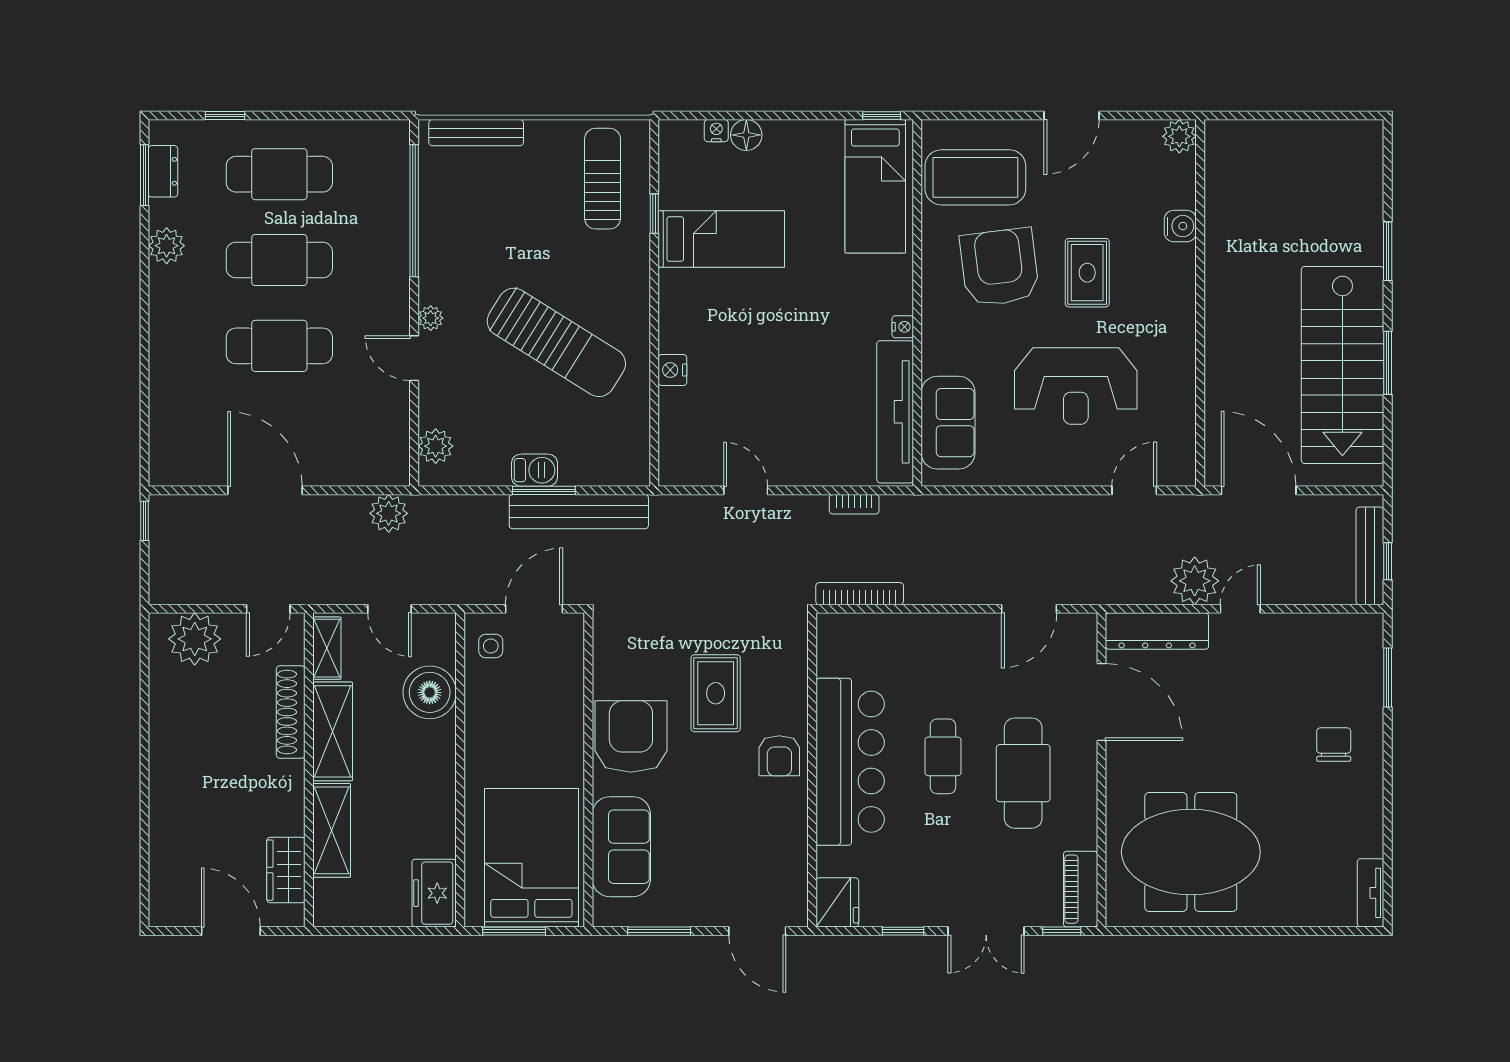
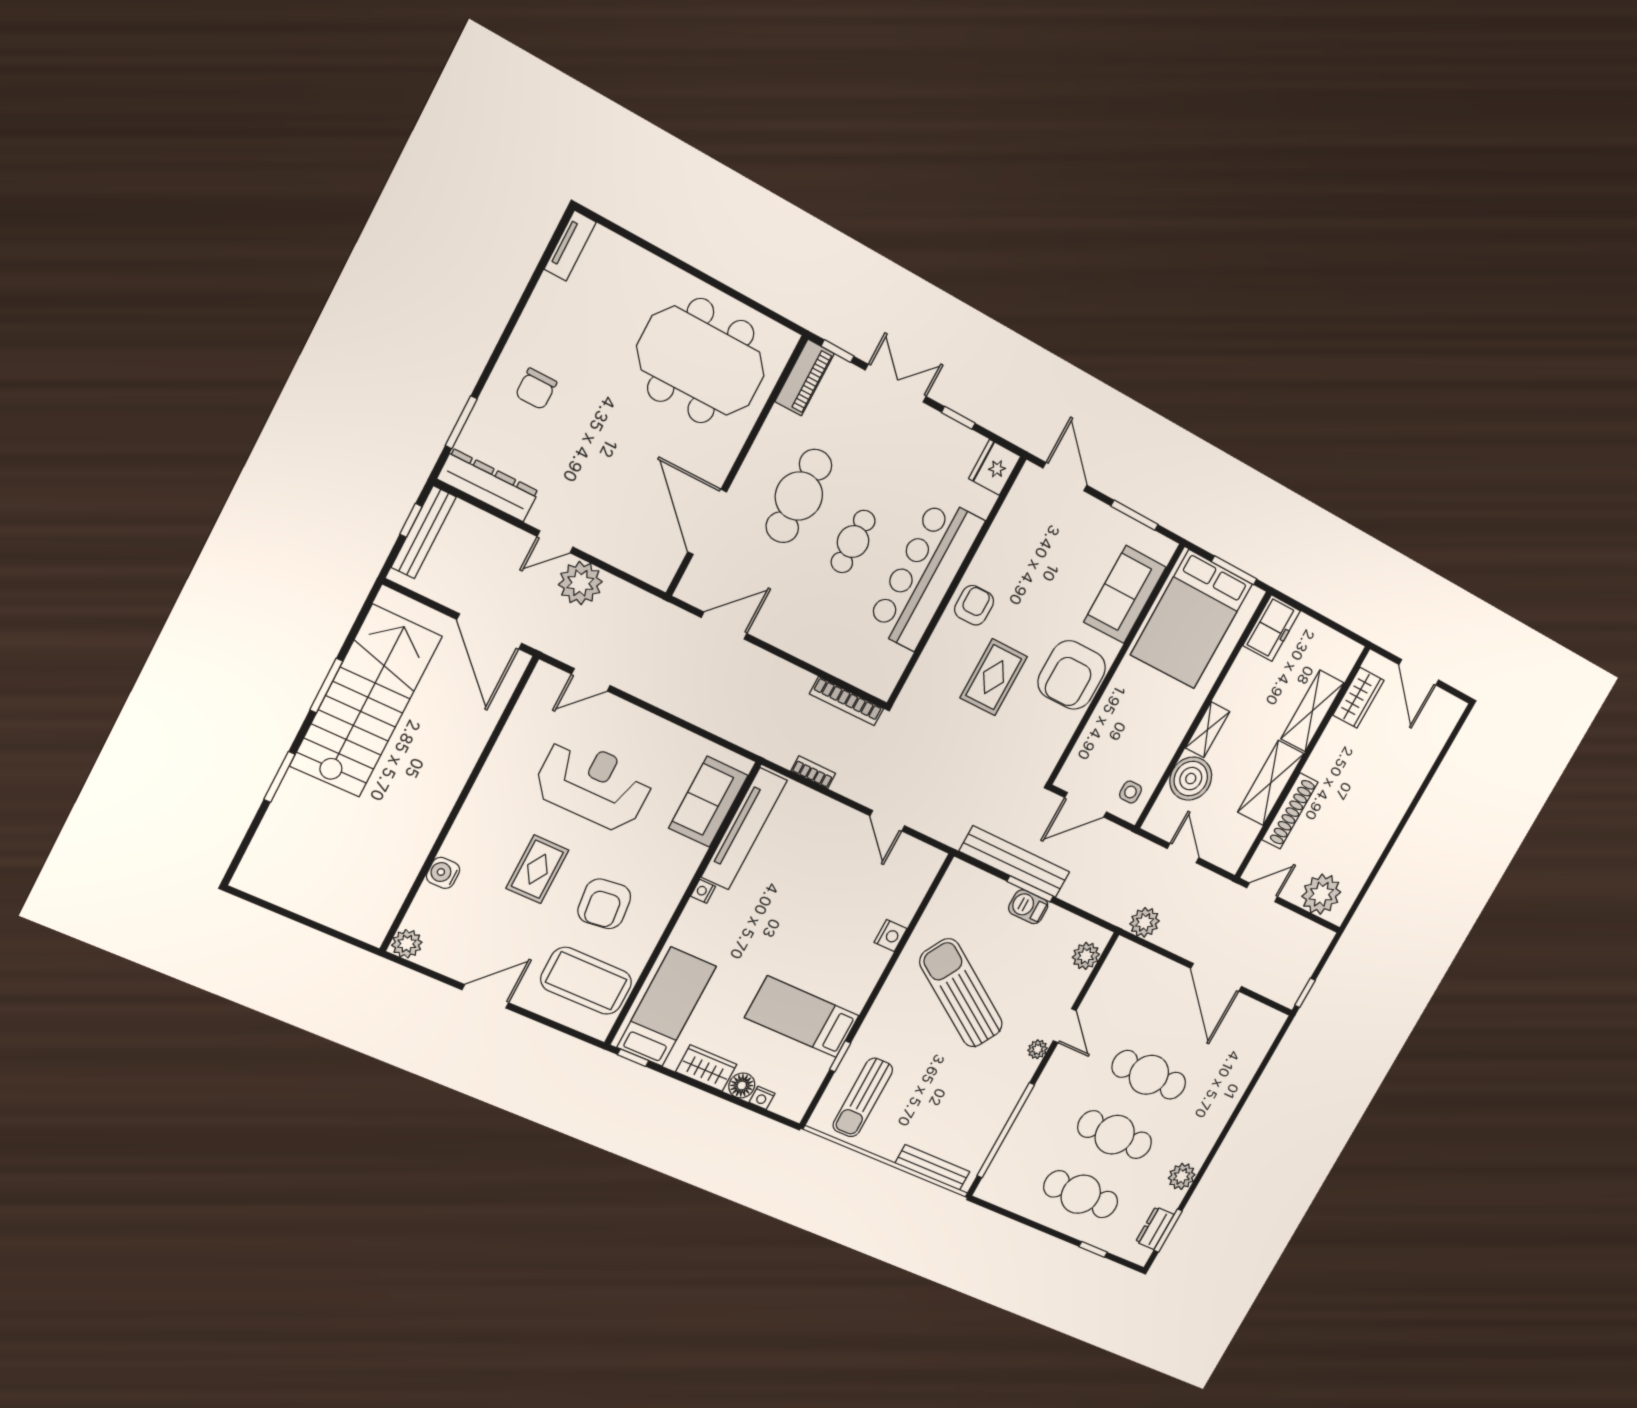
wardrobe: (796, 138) -> (706, 1068), added
armchair: (999, 267) -> (604, 904), width x0.73, depth x0.73
dresser: (1157, 631) -> (488, 485), moved
shelving: (327, 648) -> (1207, 730), moved

